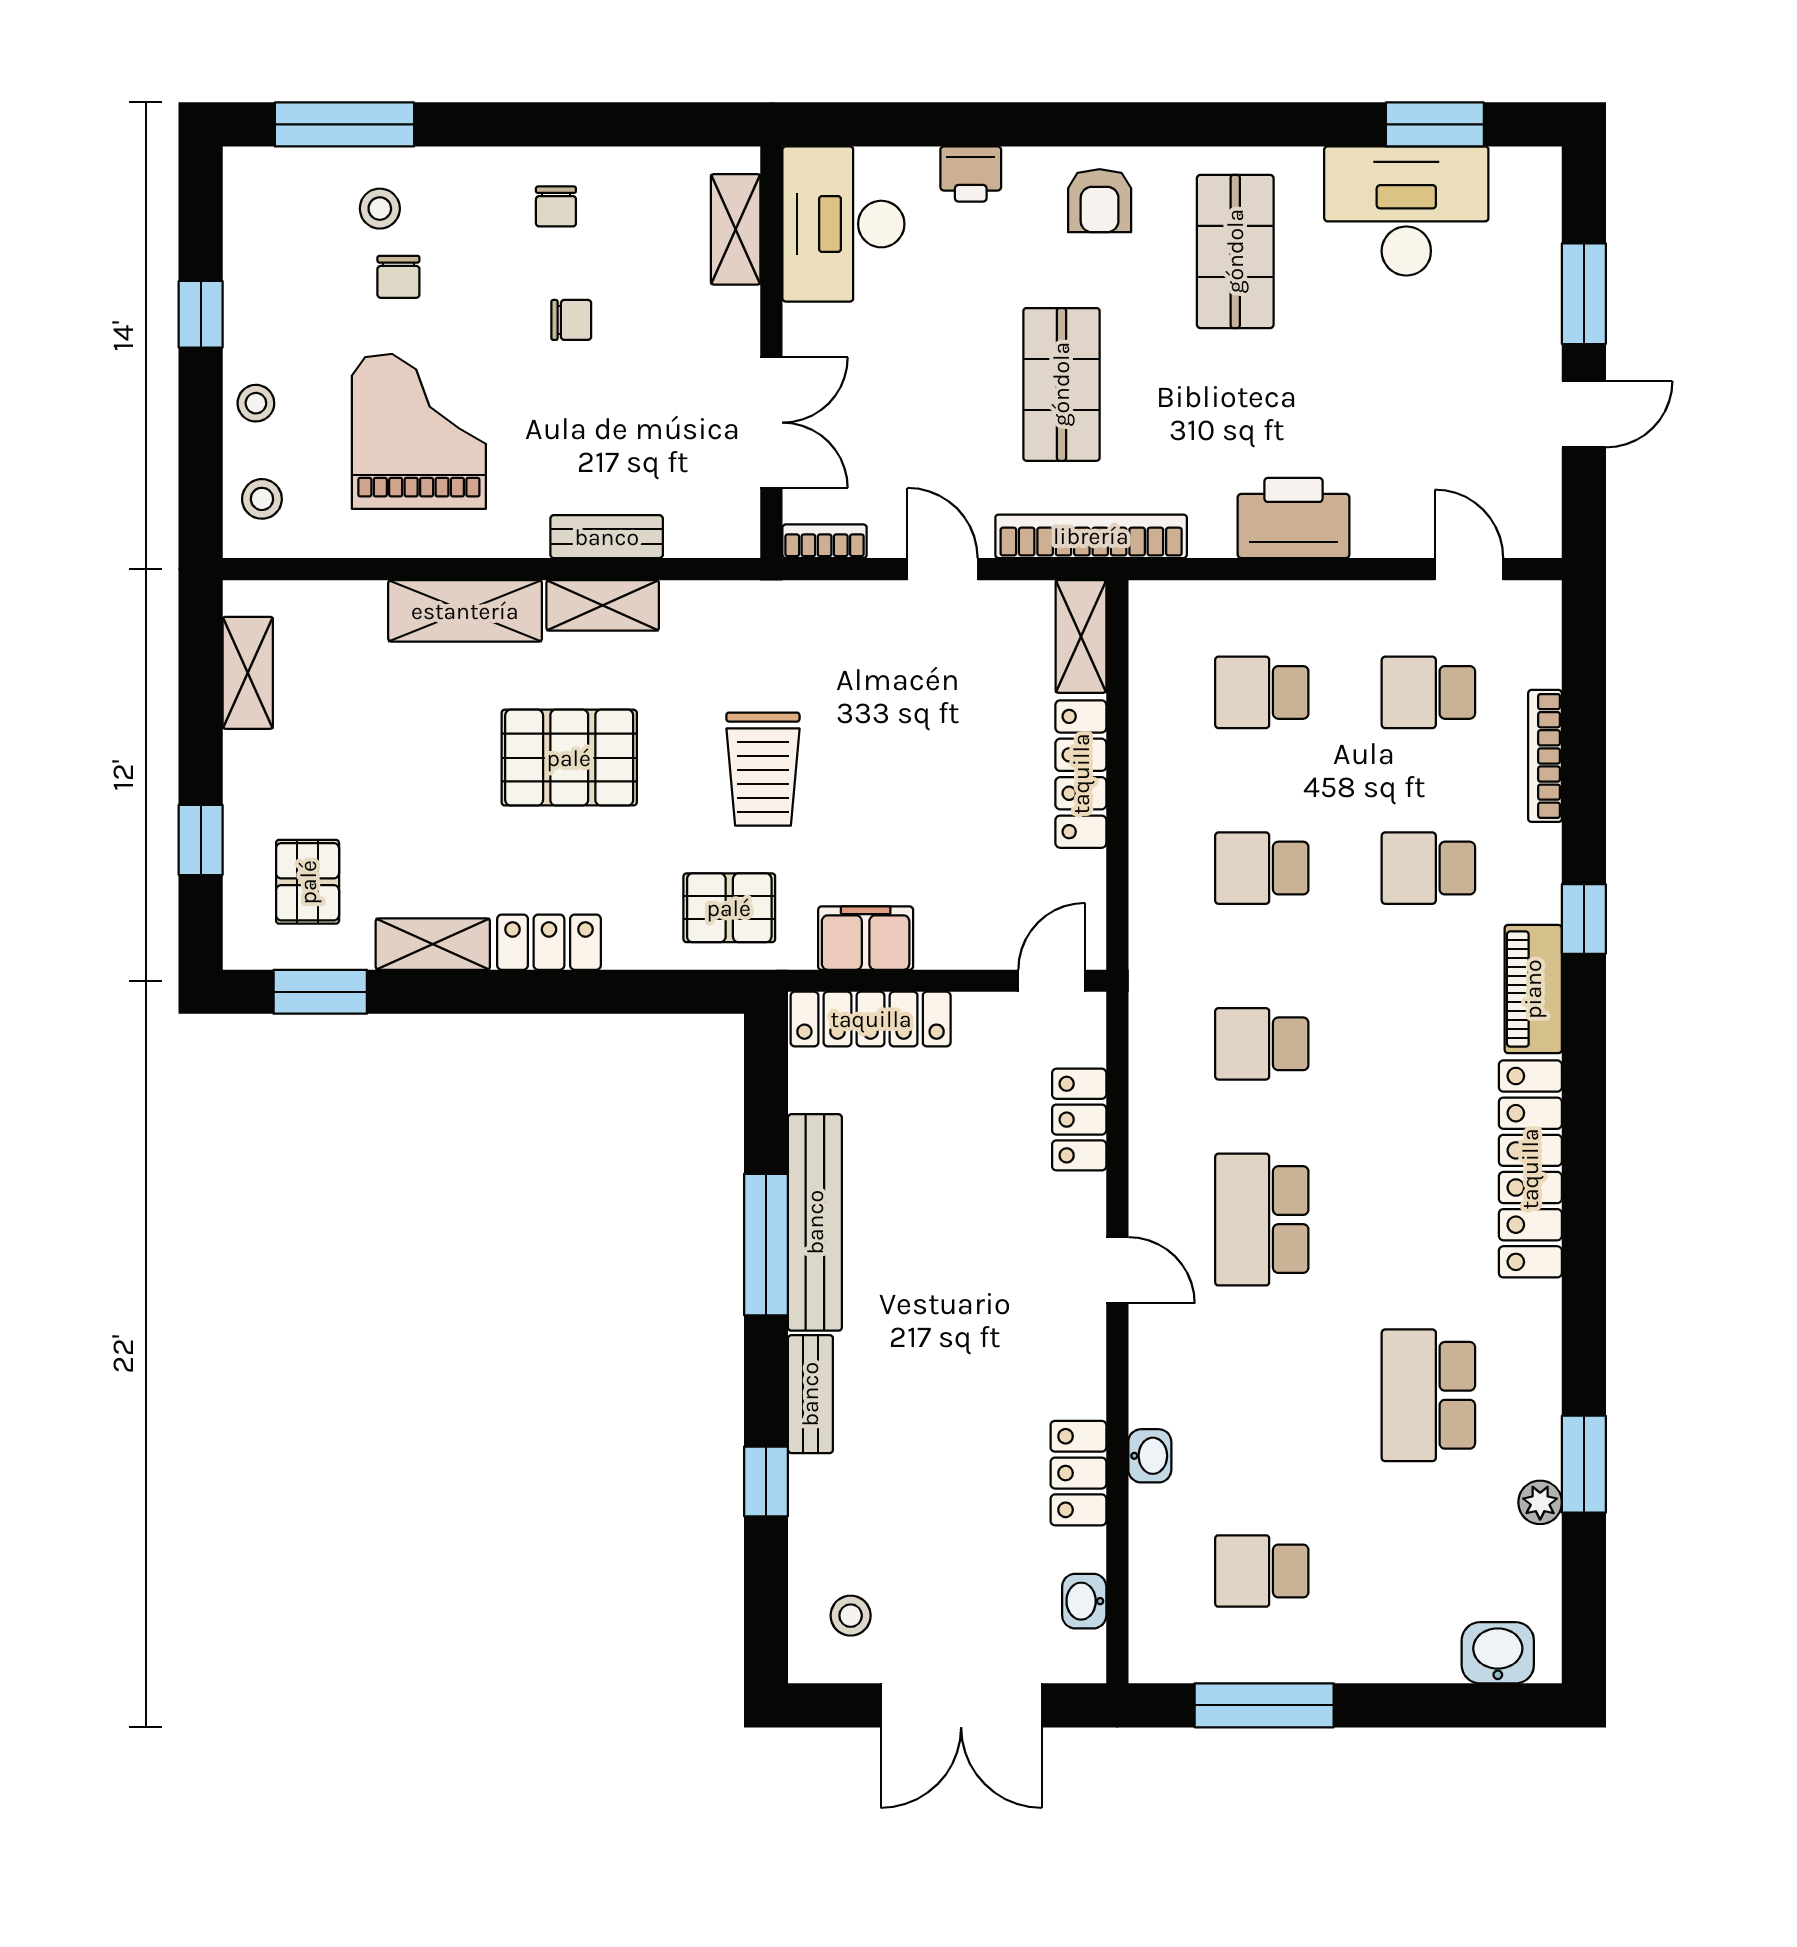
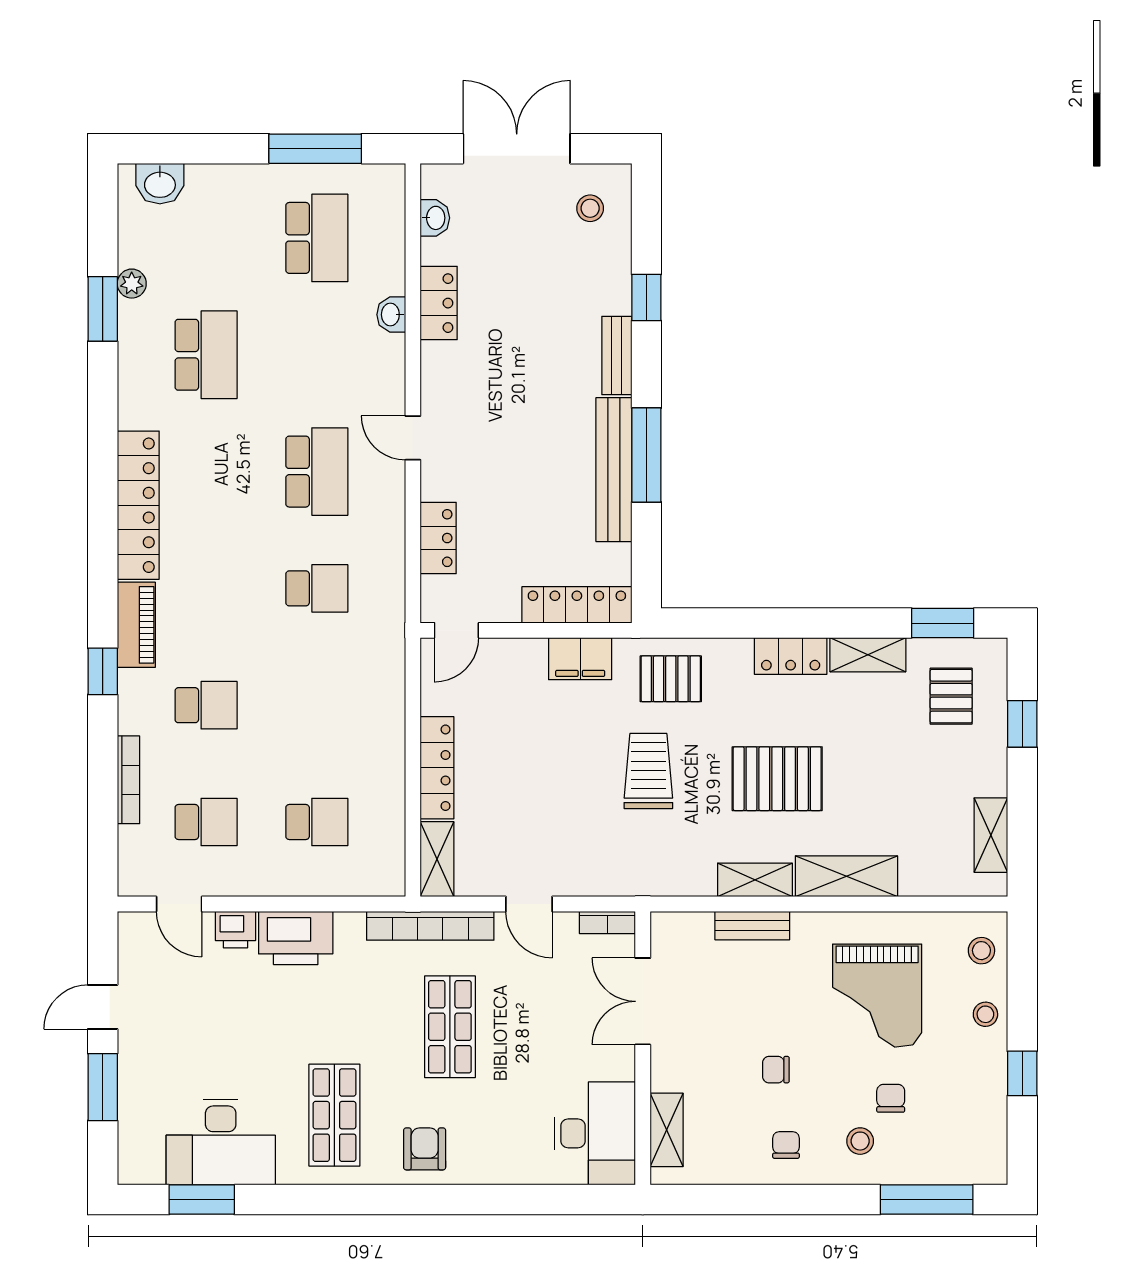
printer: (971, 174) -> (235, 930), moved, turned 180
stool: (380, 209) -> (860, 1141), moved
school desk: (1262, 868) -> (317, 705), removed
school desk: (1262, 1571) -> (317, 238), width x1.85

